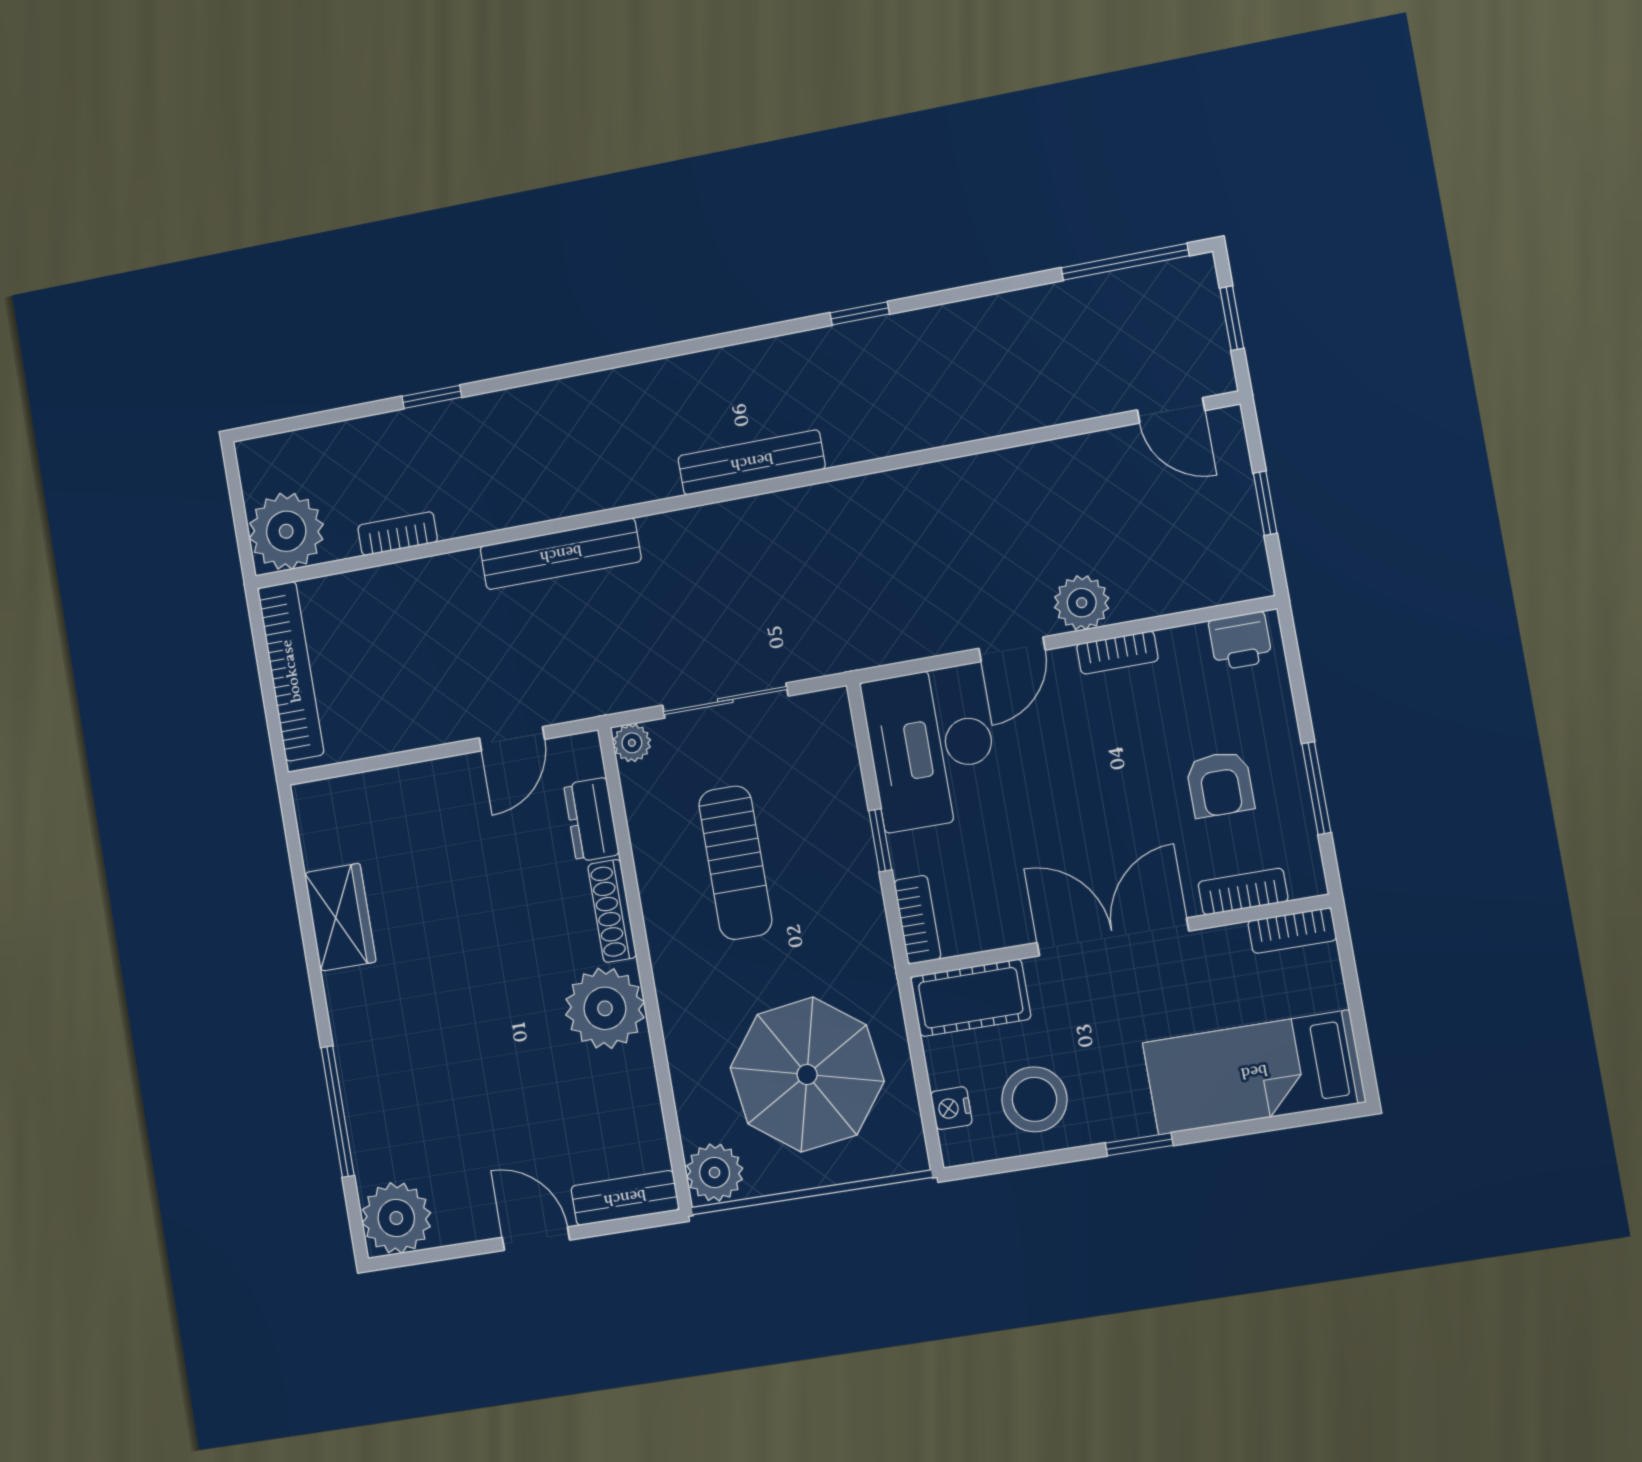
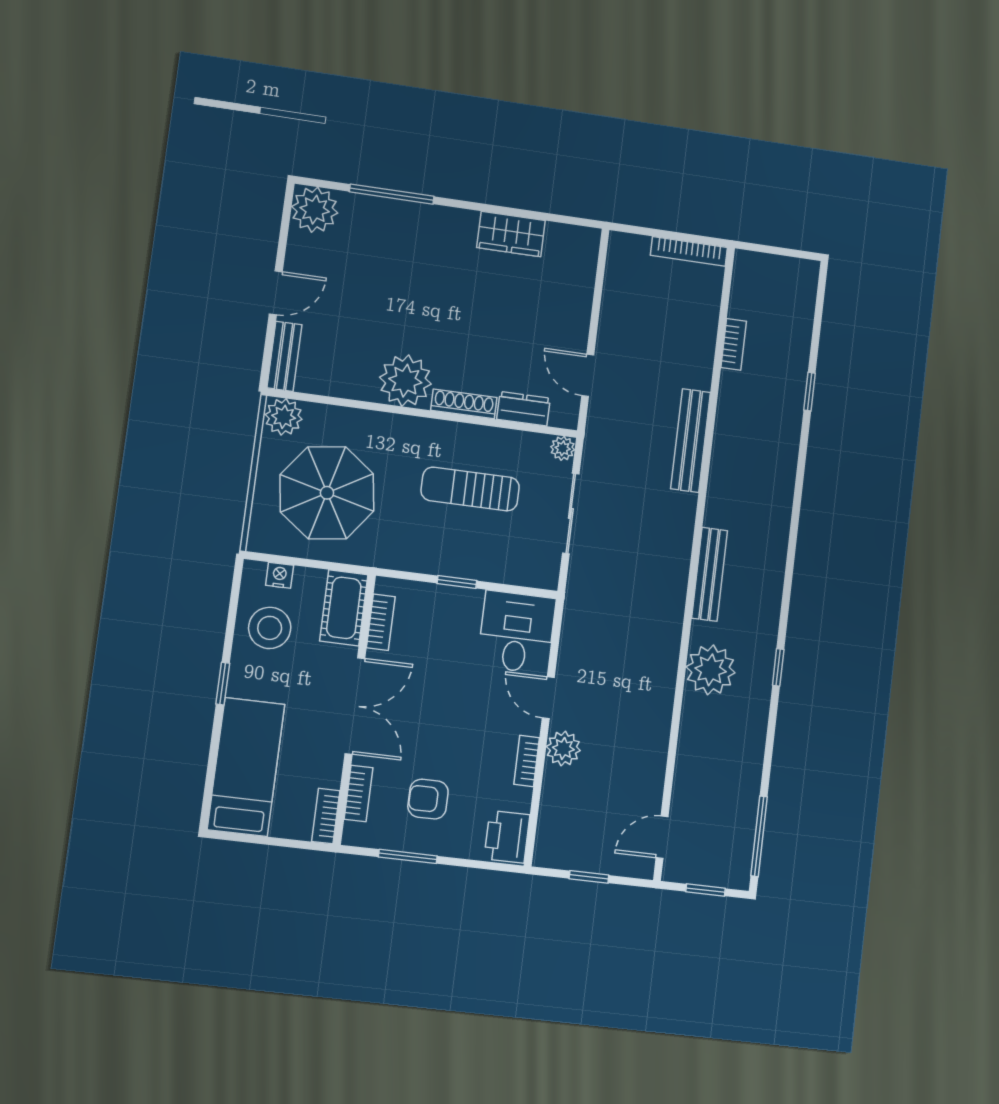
plant: (286, 531) -> (711, 670), moved
printer: (1240, 641) -> (507, 837), width x1.36, depth x1.24
bookcase: (291, 671) -> (689, 251), width x0.68, depth x0.76
desk: (932, 748) -> (517, 632), width x0.73
bookcase: (917, 920) -> (381, 622), moved, turned -90

